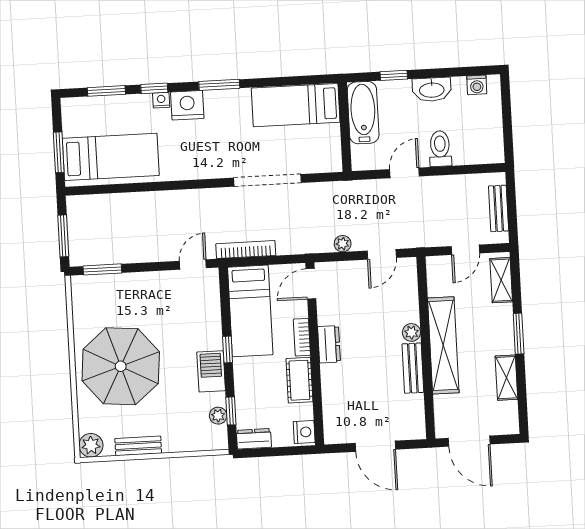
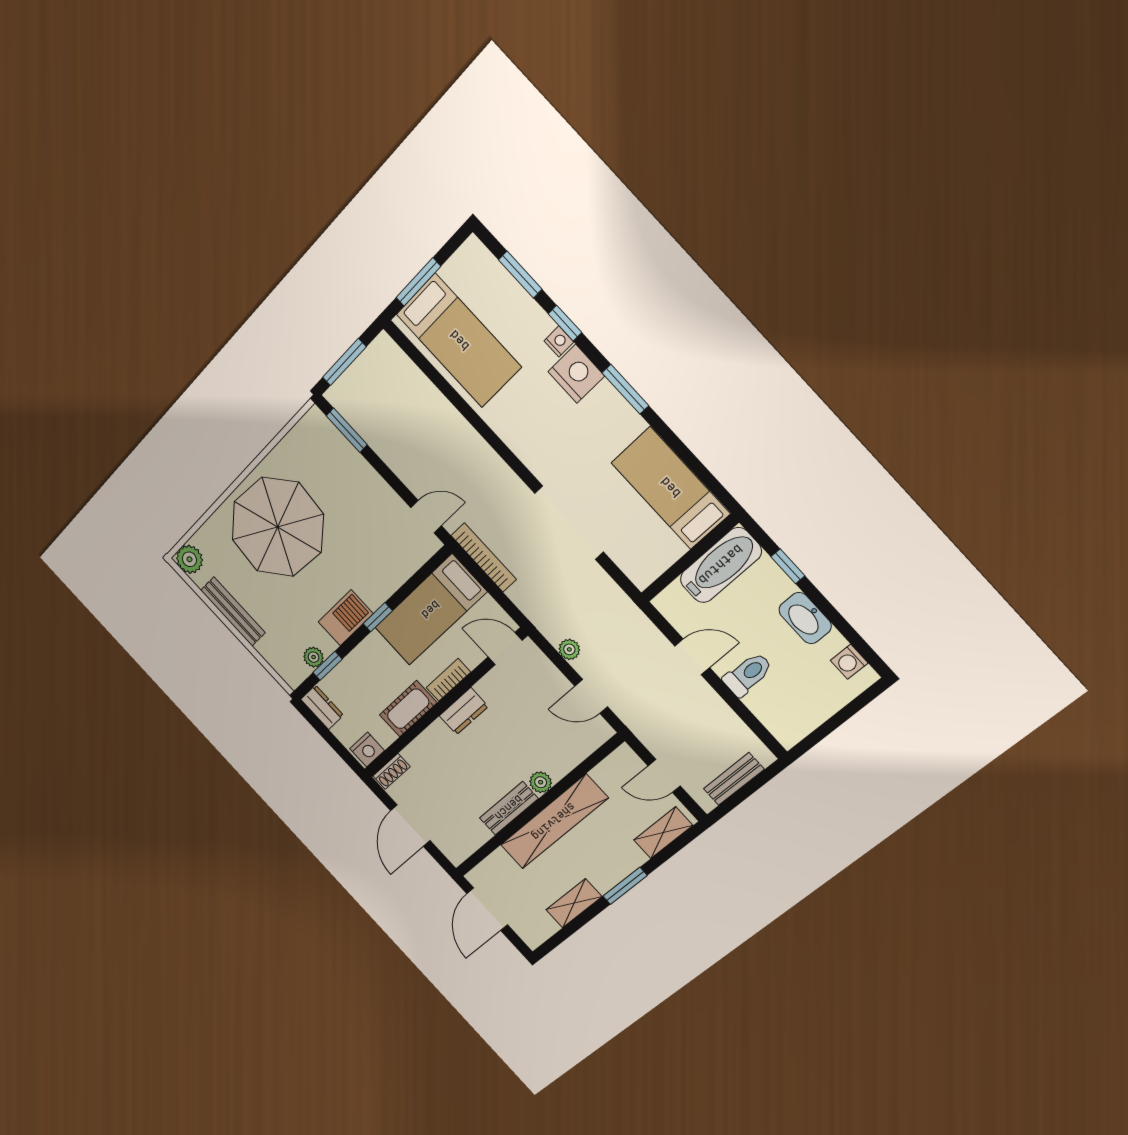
shoe rack: (331, 428) -> (392, 771), added
bench: (138, 446) -> (233, 612), width x1.36

